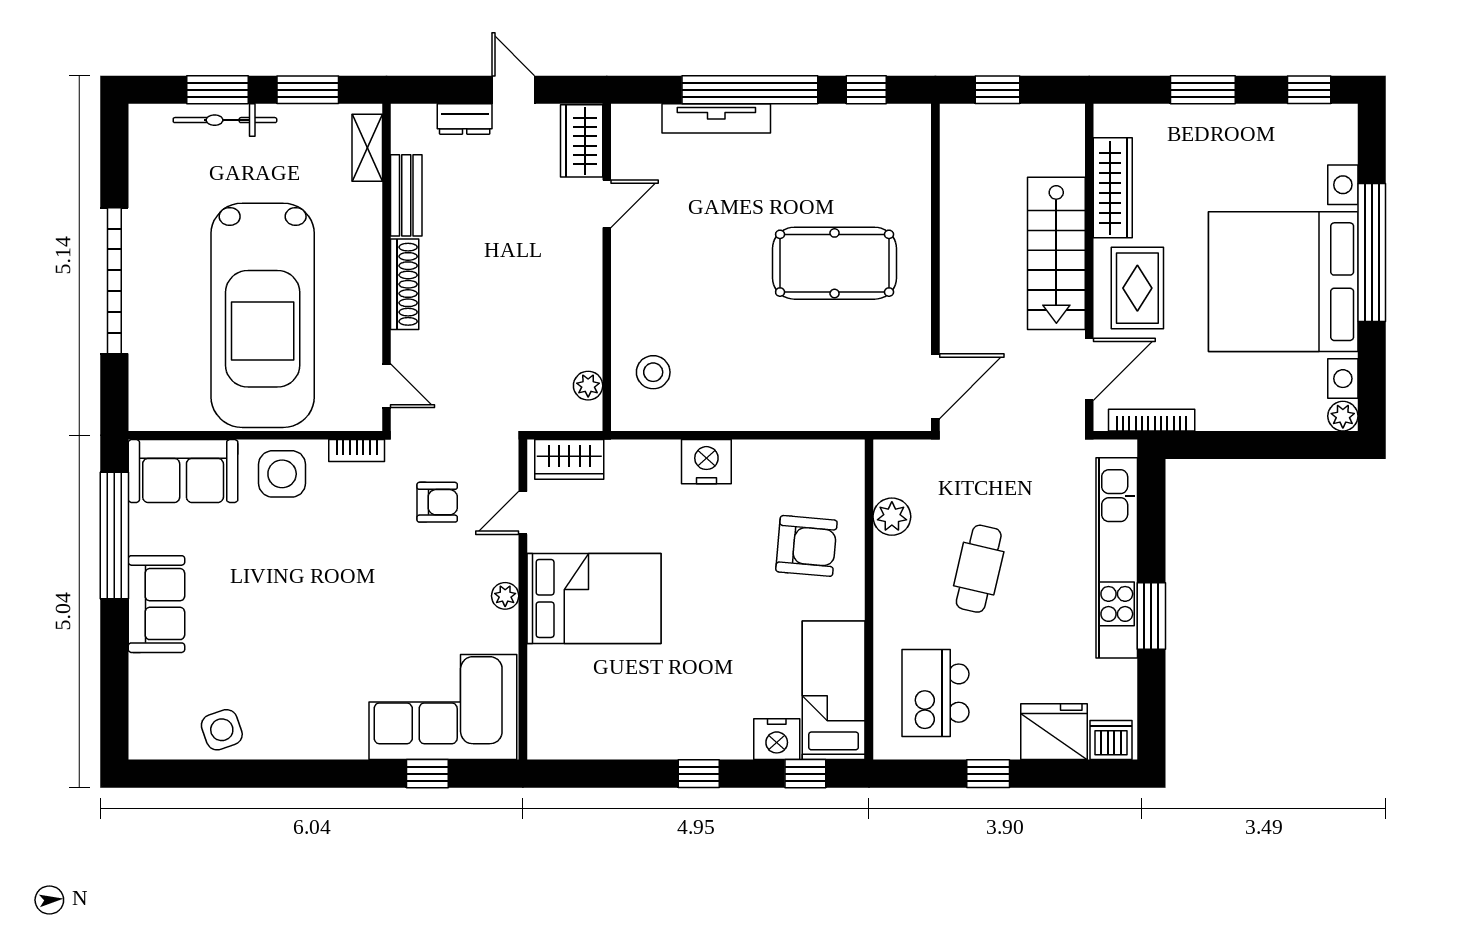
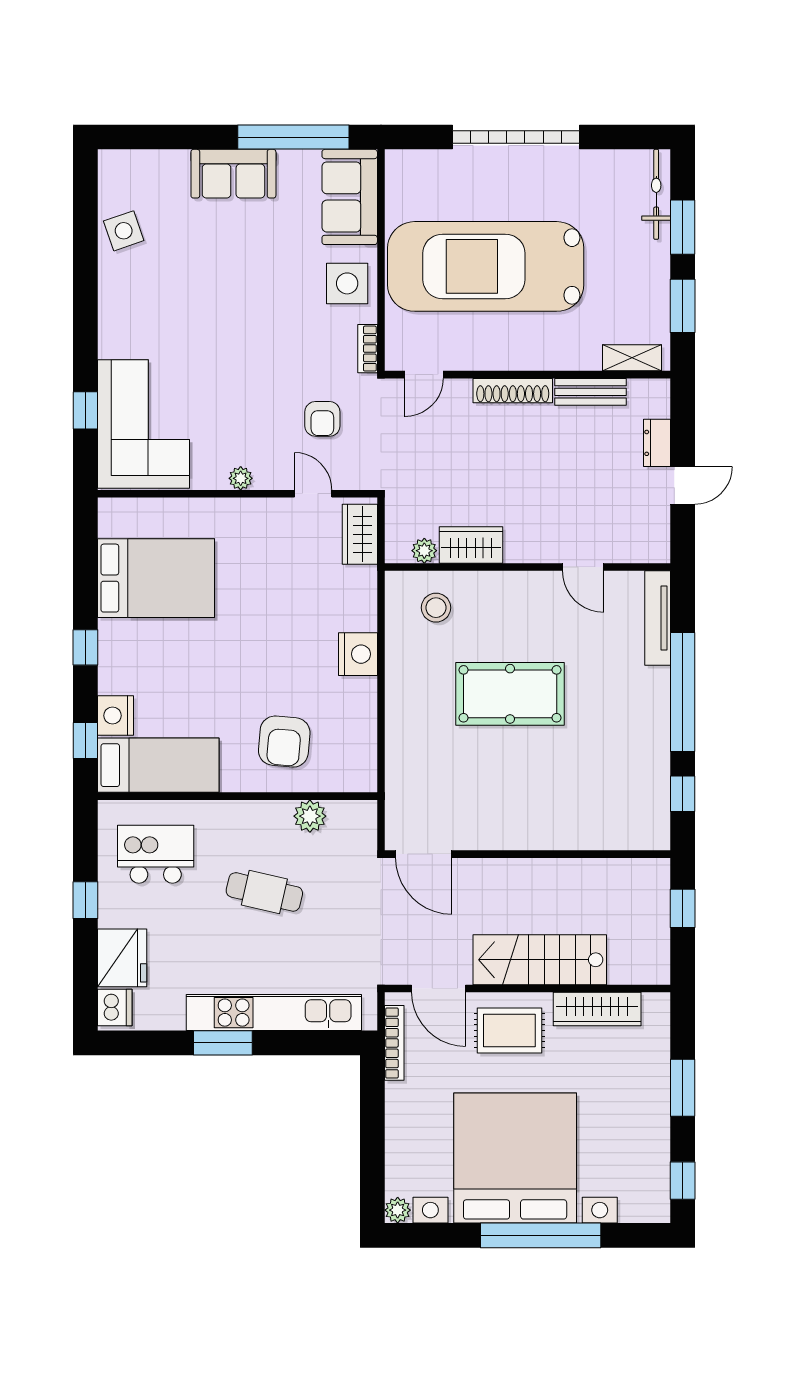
tv unit: (716, 118) -> (658, 618), moved
bicycle: (225, 120) -> (656, 194), moved
wardrobe: (582, 141) -> (471, 545), moved
pool table: (835, 263) -> (510, 694), moved, turned 90
bed: (594, 598) -> (156, 578), moved, turned -90

